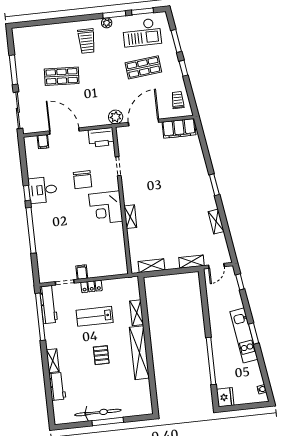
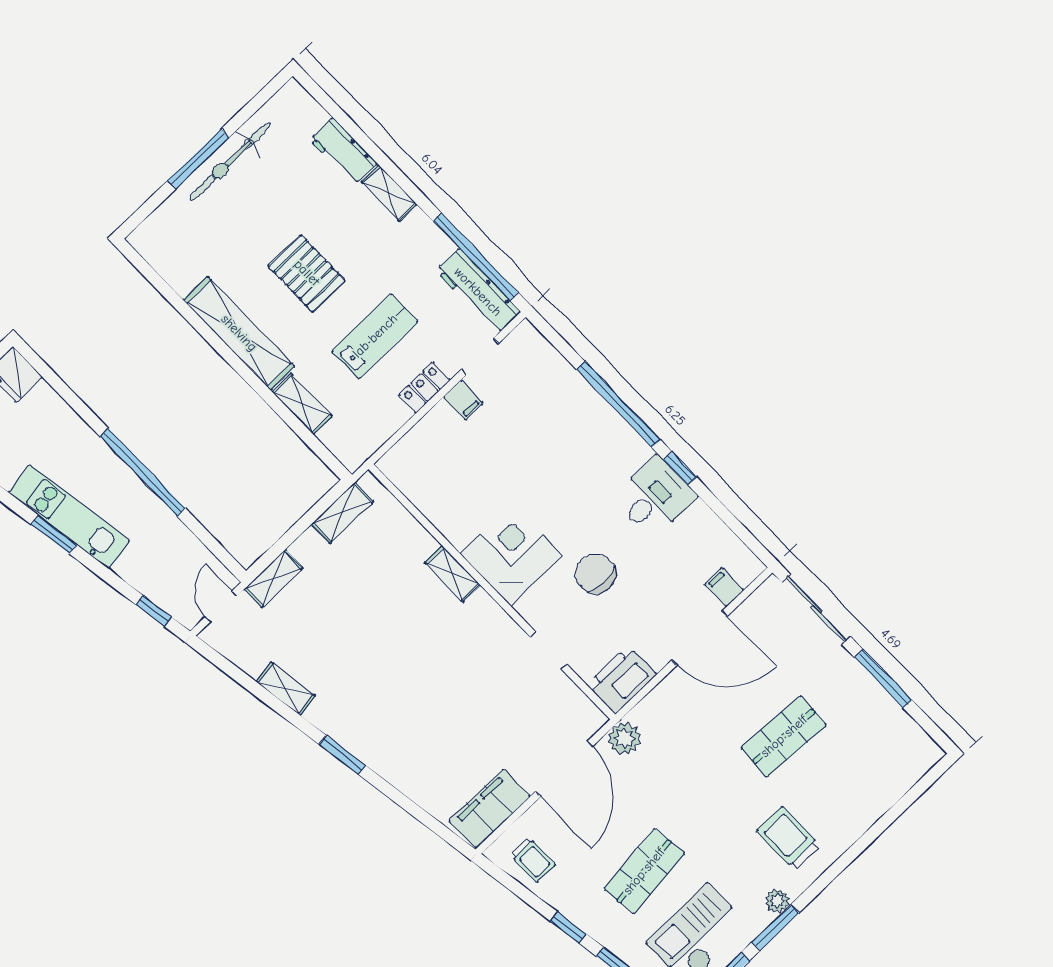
pallet: (101, 355) -> (307, 273), width x1.50, depth x1.42
window: (211, 361) -> (143, 472), moved

